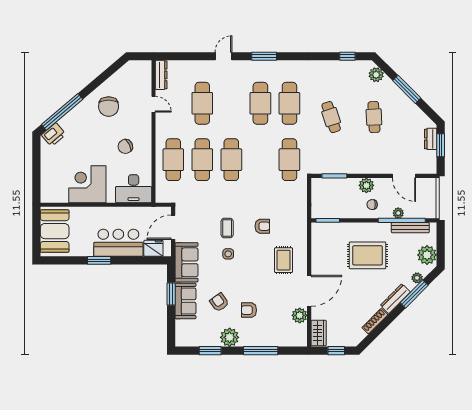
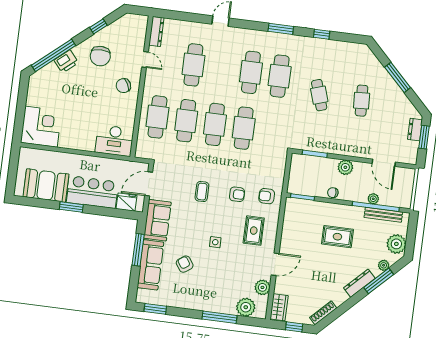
window: (264, 56) -> (281, 29), moved
window: (347, 56) -> (322, 34), moved
plant: (376, 75) -> (369, 59), removed
window: (103, 77) -> (98, 26), added
printer: (54, 135) -> (66, 61), moved
chair: (125, 146) -> (123, 86), moved
cafe table: (289, 160) -> (244, 128), moved
corner desk: (87, 184) -> (41, 127), moved, turned 90
chair: (372, 205) -> (333, 193), moved
booth: (55, 231) -> (46, 185), moved, turned 90
side table: (228, 254) -> (215, 242), moved
rug: (368, 255) -> (337, 237), width x0.73, depth x0.70
door: (309, 291) -> (275, 264), width x0.73
window: (171, 294) -> (138, 250), width x1.44
sofa: (185, 301) -> (151, 265), width x1.36
armchair: (249, 310) -> (267, 196), moved
shoe rack: (375, 321) -> (323, 313), moved
plant: (230, 337) -> (246, 307), moved
window: (210, 351) -> (155, 309), moved

